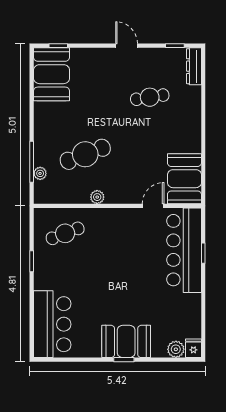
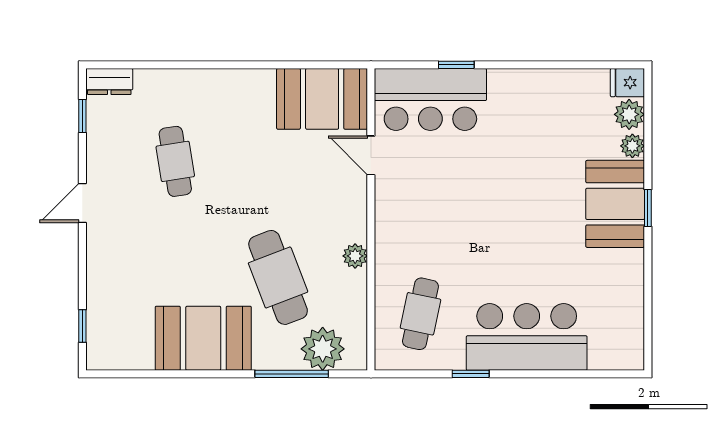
dresser: (194, 66) -> (109, 82), width x0.70
booth: (52, 74) -> (203, 338), moved
plant: (40, 173) -> (323, 349), width x1.88, depth x1.88
cafe table: (65, 233) -> (420, 314), turned 33
bar counter: (184, 250) -> (430, 99), width x0.73
bar counter: (52, 324) -> (527, 337), moved
plant: (158, 351) -> (632, 146), added

